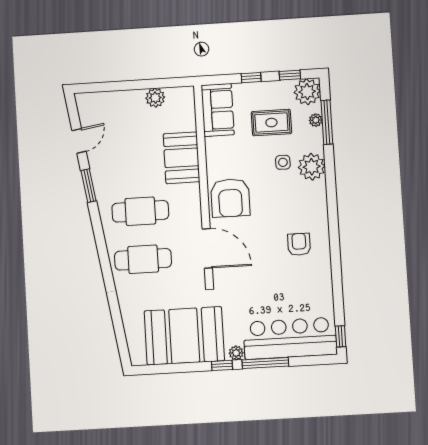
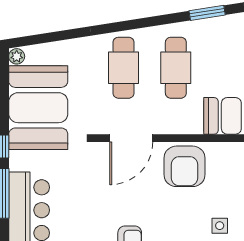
armchair: (230, 198) -> (184, 166), turned -90
plant: (236, 353) -> (17, 56), moved

